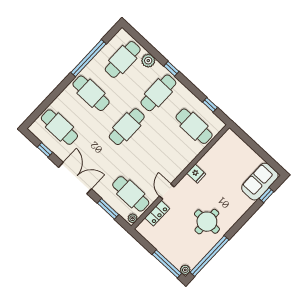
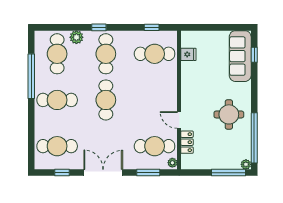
fridge: (196, 174) -> (188, 54), moved
sofa: (260, 182) -> (240, 56), width x1.36

